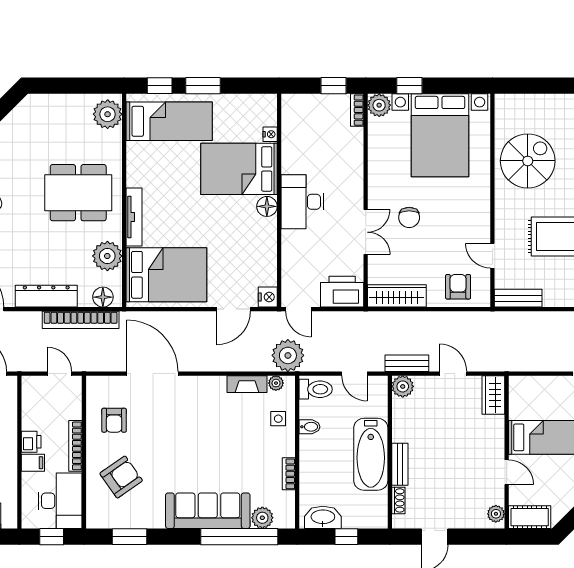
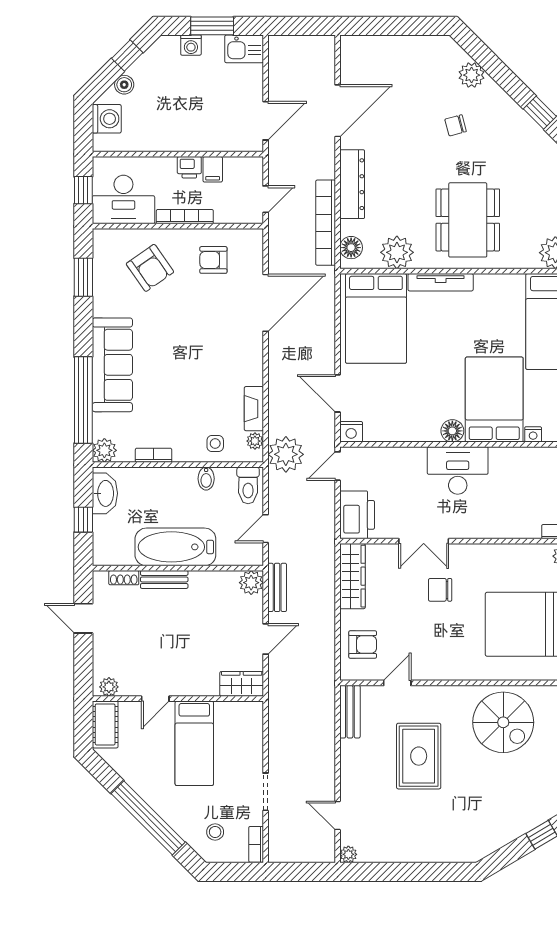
filing cabinet: (33, 463) -> (213, 169), moved
plant: (262, 518) -> (104, 450), moved

